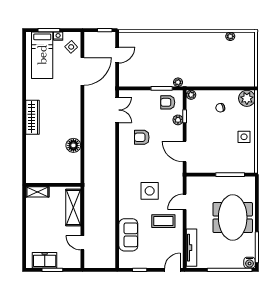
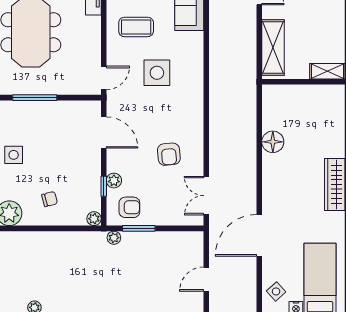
door: (82, 71) -> (259, 235), moved
armchair: (142, 137) -> (169, 154), turned 85
door: (185, 202) -> (104, 78), moved

